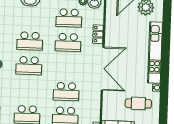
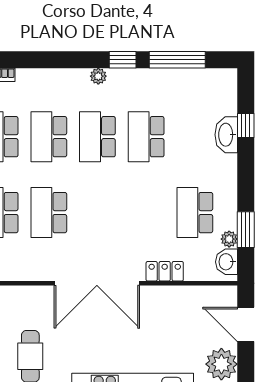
school desk: (68, 42) -> (49, 137), moved

